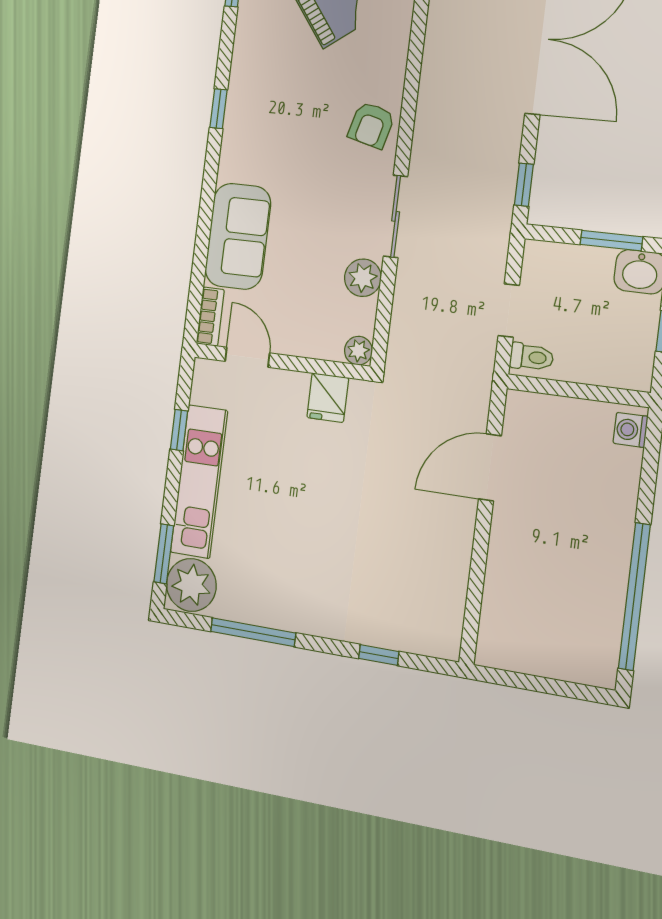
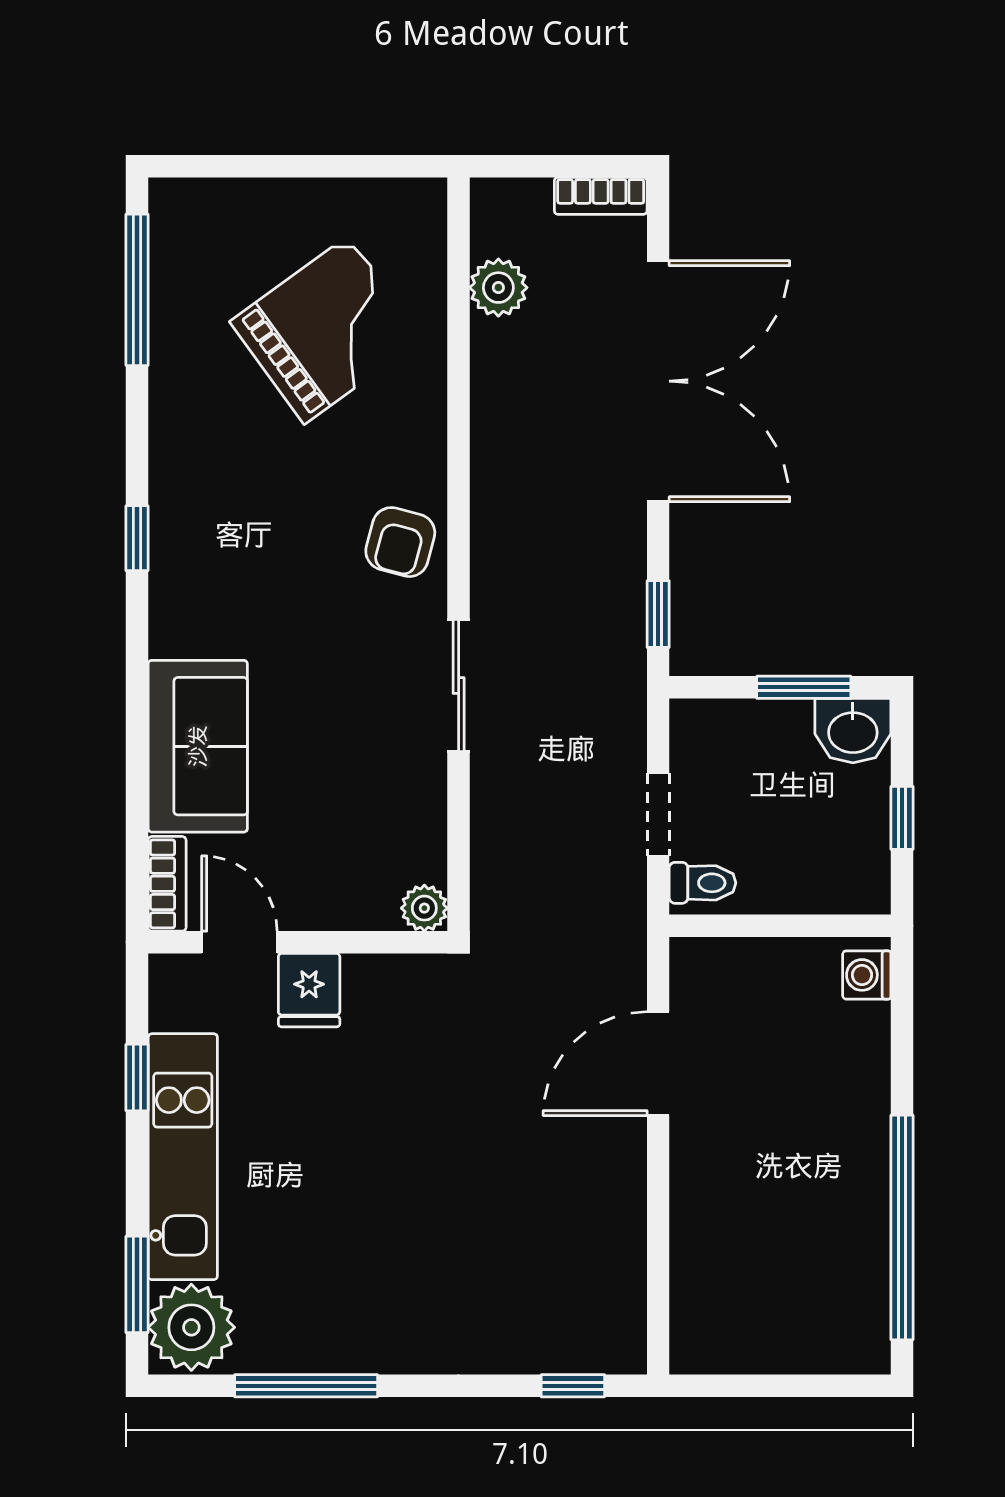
plant: (363, 278) -> (417, 790), removed
fridge: (328, 398) -> (309, 990), moved
window: (379, 655) -> (573, 1386), moved

